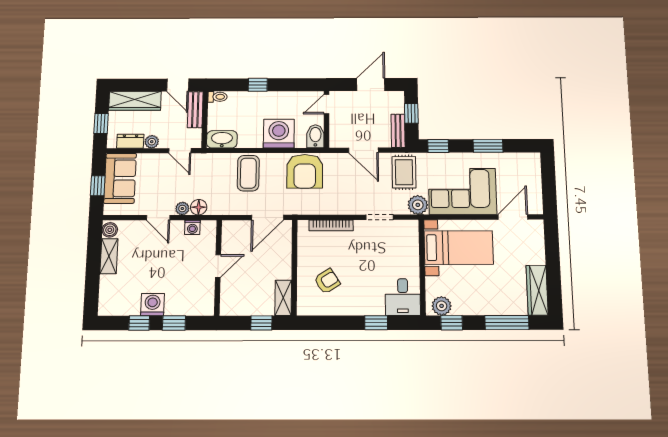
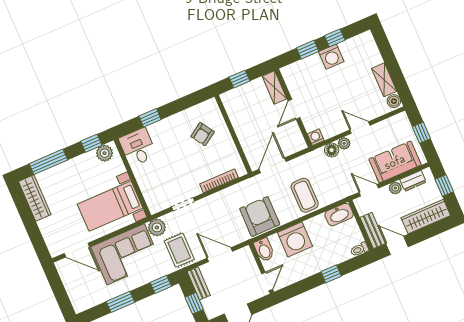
sofa: (120, 178) -> (395, 162), moved, turned 90
door: (513, 217) -> (77, 250), hinge flipped
washing machine: (192, 227) -> (316, 137), moved
shelving: (283, 298) -> (274, 87), moved

